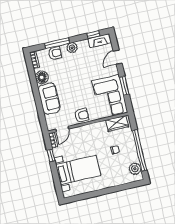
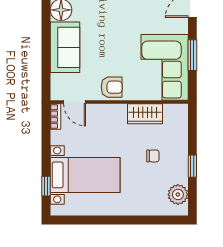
wardrobe: (117, 123) -> (145, 114), moved
door: (62, 129) -> (75, 102), hinge flipped
window: (139, 150) -> (192, 166), width x0.32
window: (51, 156) -> (46, 186), moved

